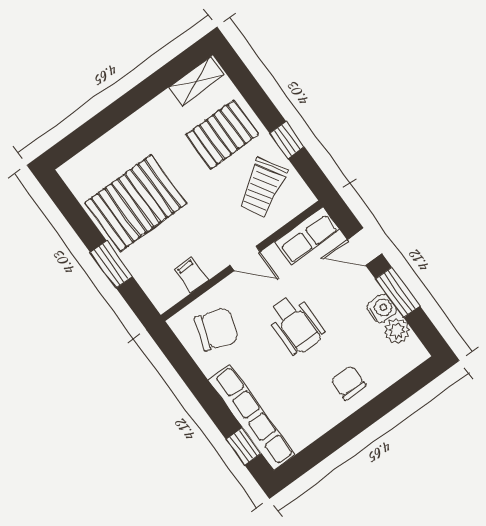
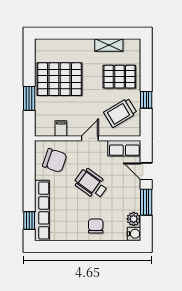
shelving: (196, 81) -> (109, 45), moved
door: (245, 258) -> (90, 138), swing flipped
water cooler: (382, 308) -> (134, 234), moved
wheelchair: (296, 325) -> (91, 184), turned 126

